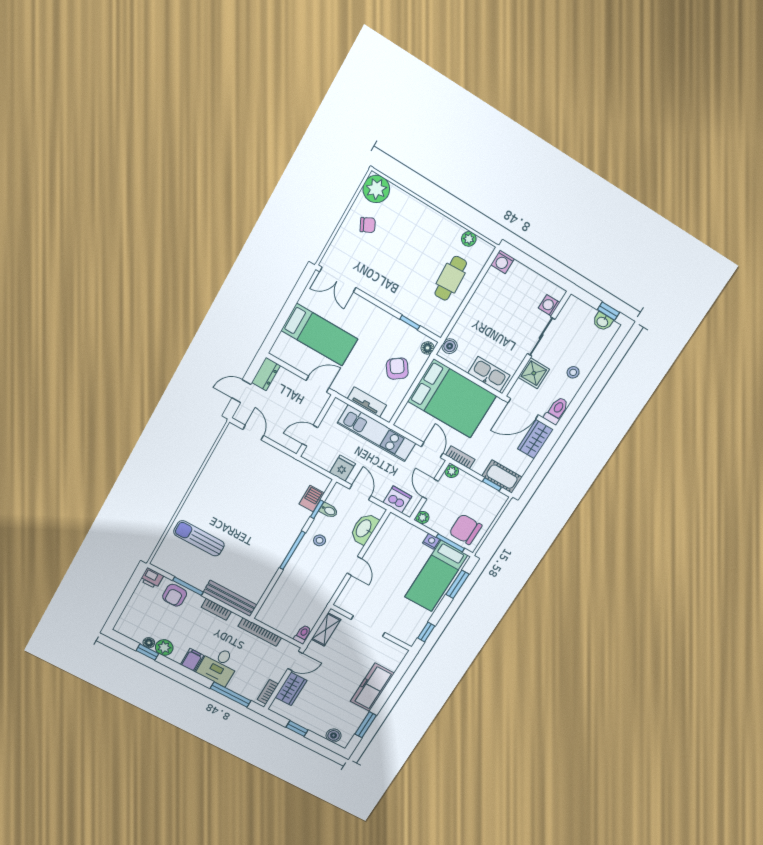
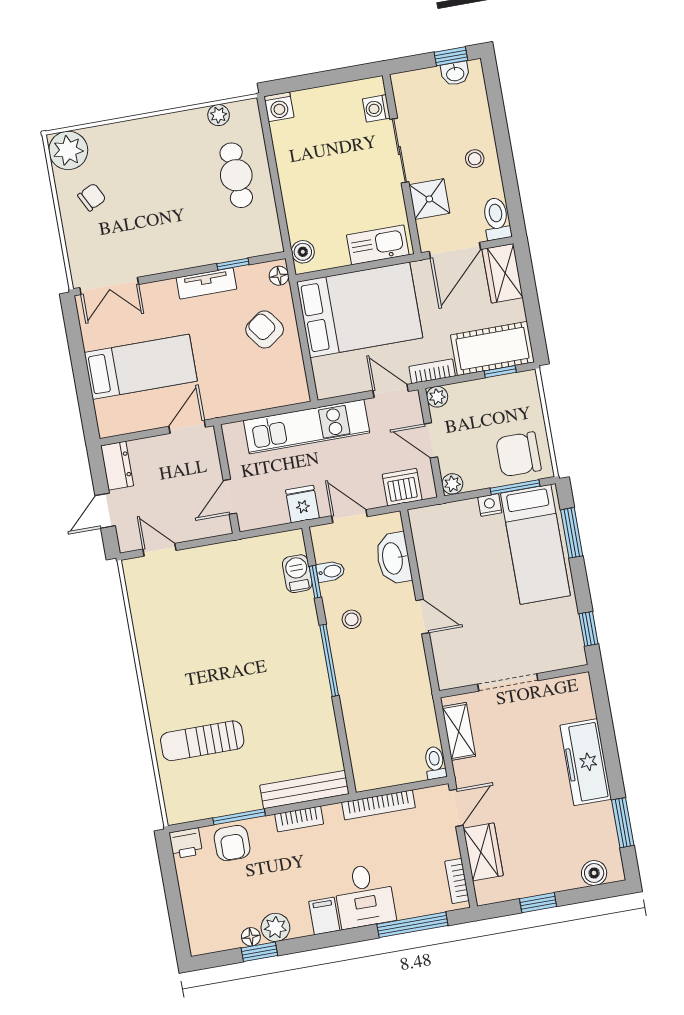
tv unit: (367, 402) -> (206, 283), moved, turned 180
cot: (502, 477) -> (492, 349), width x1.37, depth x1.34

